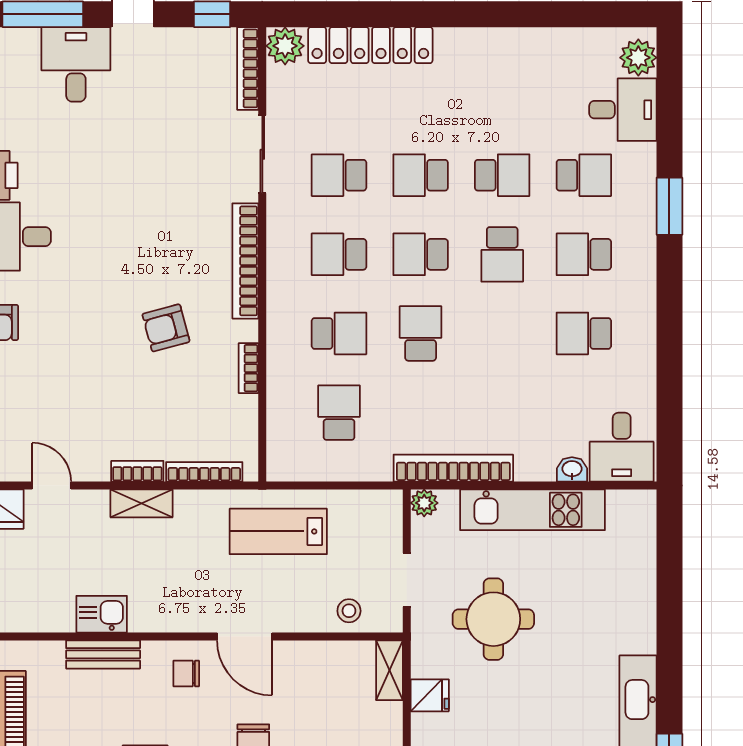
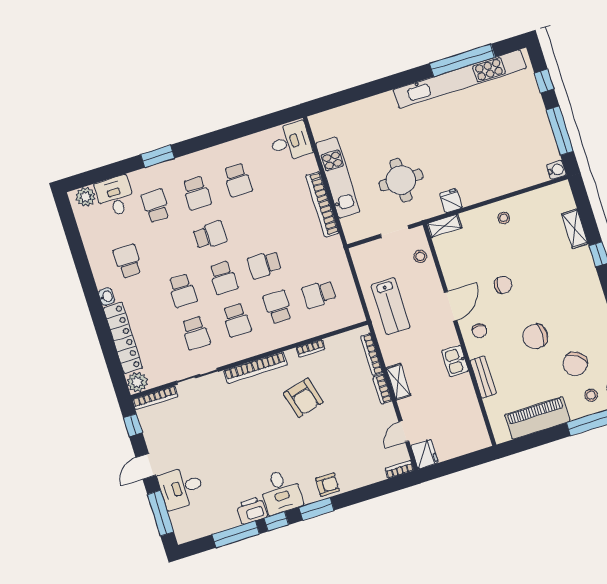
school desk: (502, 175) -> (128, 261), moved
armchair: (166, 328) -> (303, 398), width x1.38, depth x1.38
bookcase: (453, 468) -> (322, 204), moved
washbasin: (572, 469) -> (107, 297), moved, turned 180
plant: (424, 503) -> (352, 235), removed
kitchen sink: (102, 614) -> (455, 361), moved

